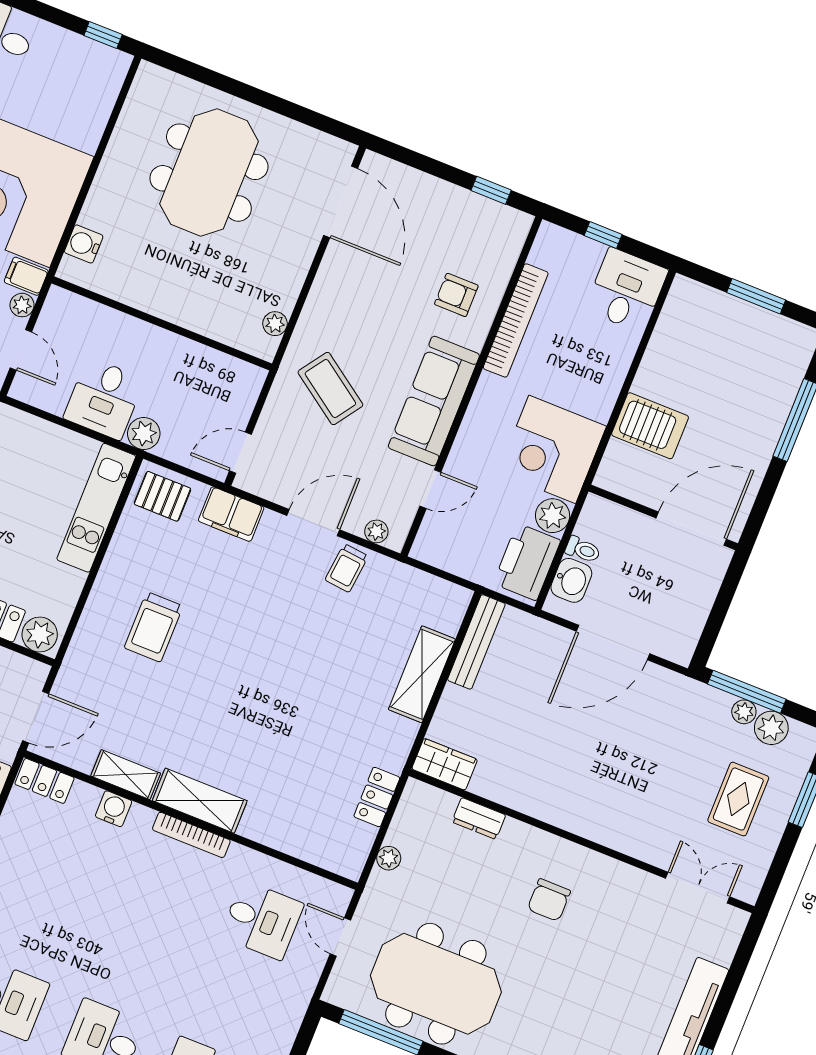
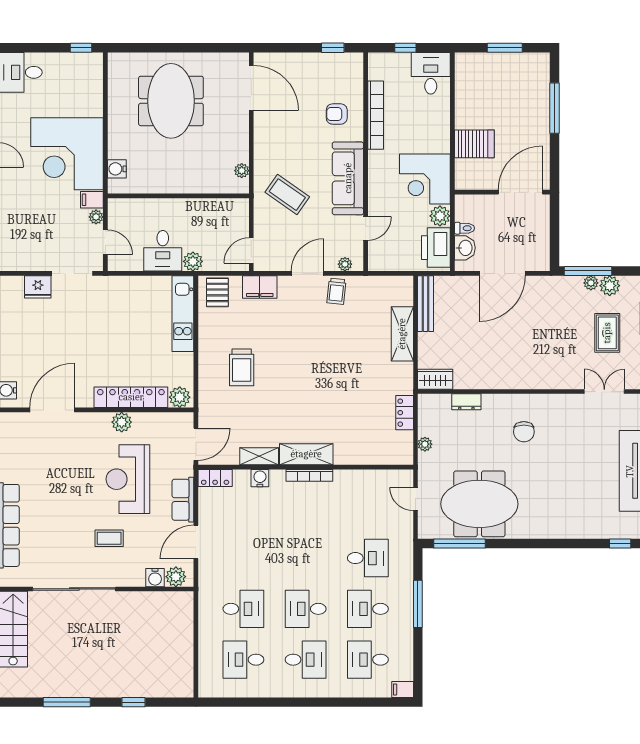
pallet: (162, 496) -> (217, 292), turned 90
desk: (262, 920) -> (368, 558), moved

